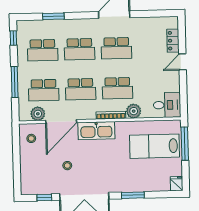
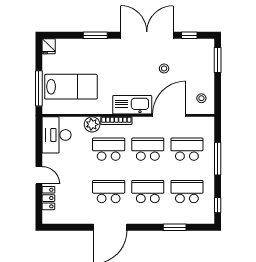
door: (183, 62) -> (39, 175), hinge flipped
desk: (167, 105) -> (57, 135), width x1.37
plant: (38, 114) -> (194, 124), removed
window: (17, 175) -> (218, 60), added

